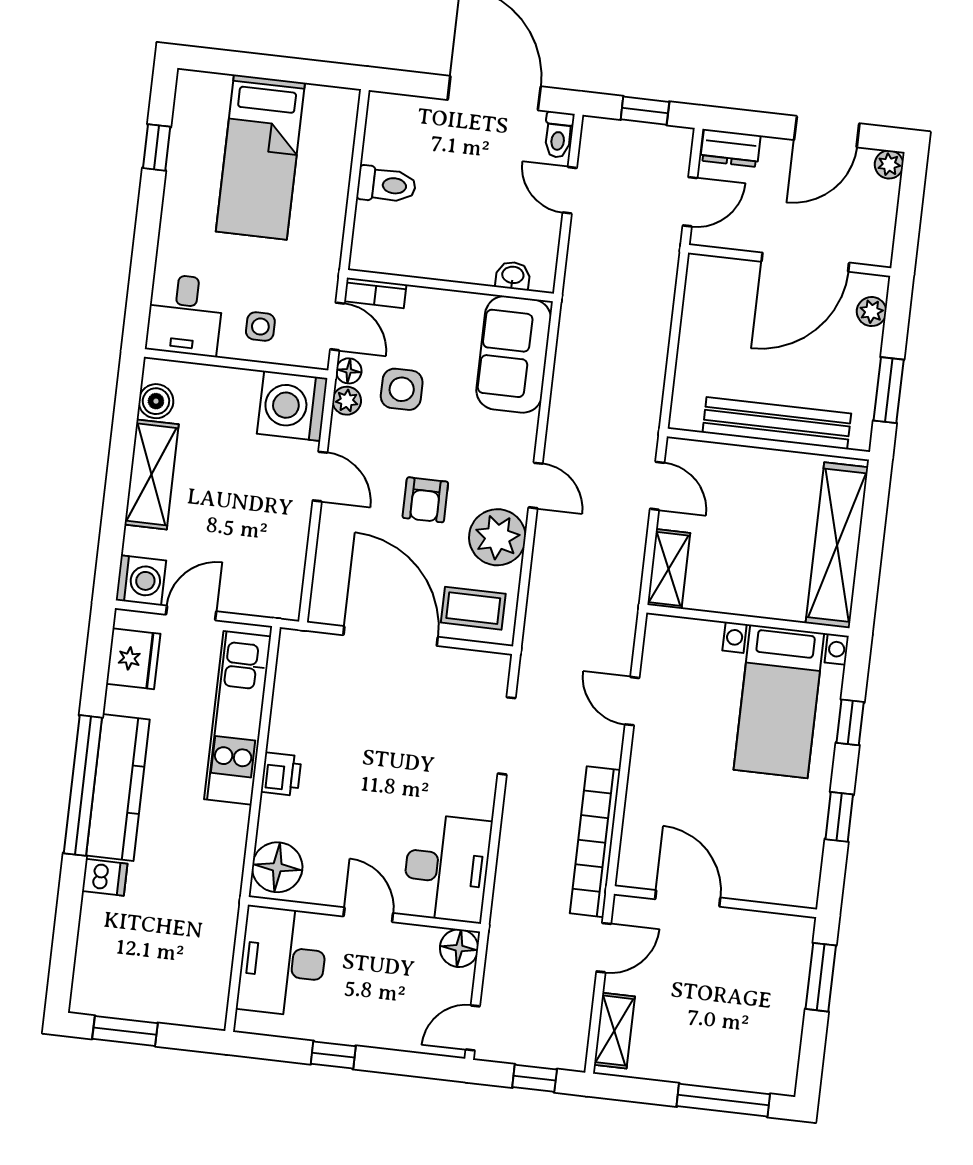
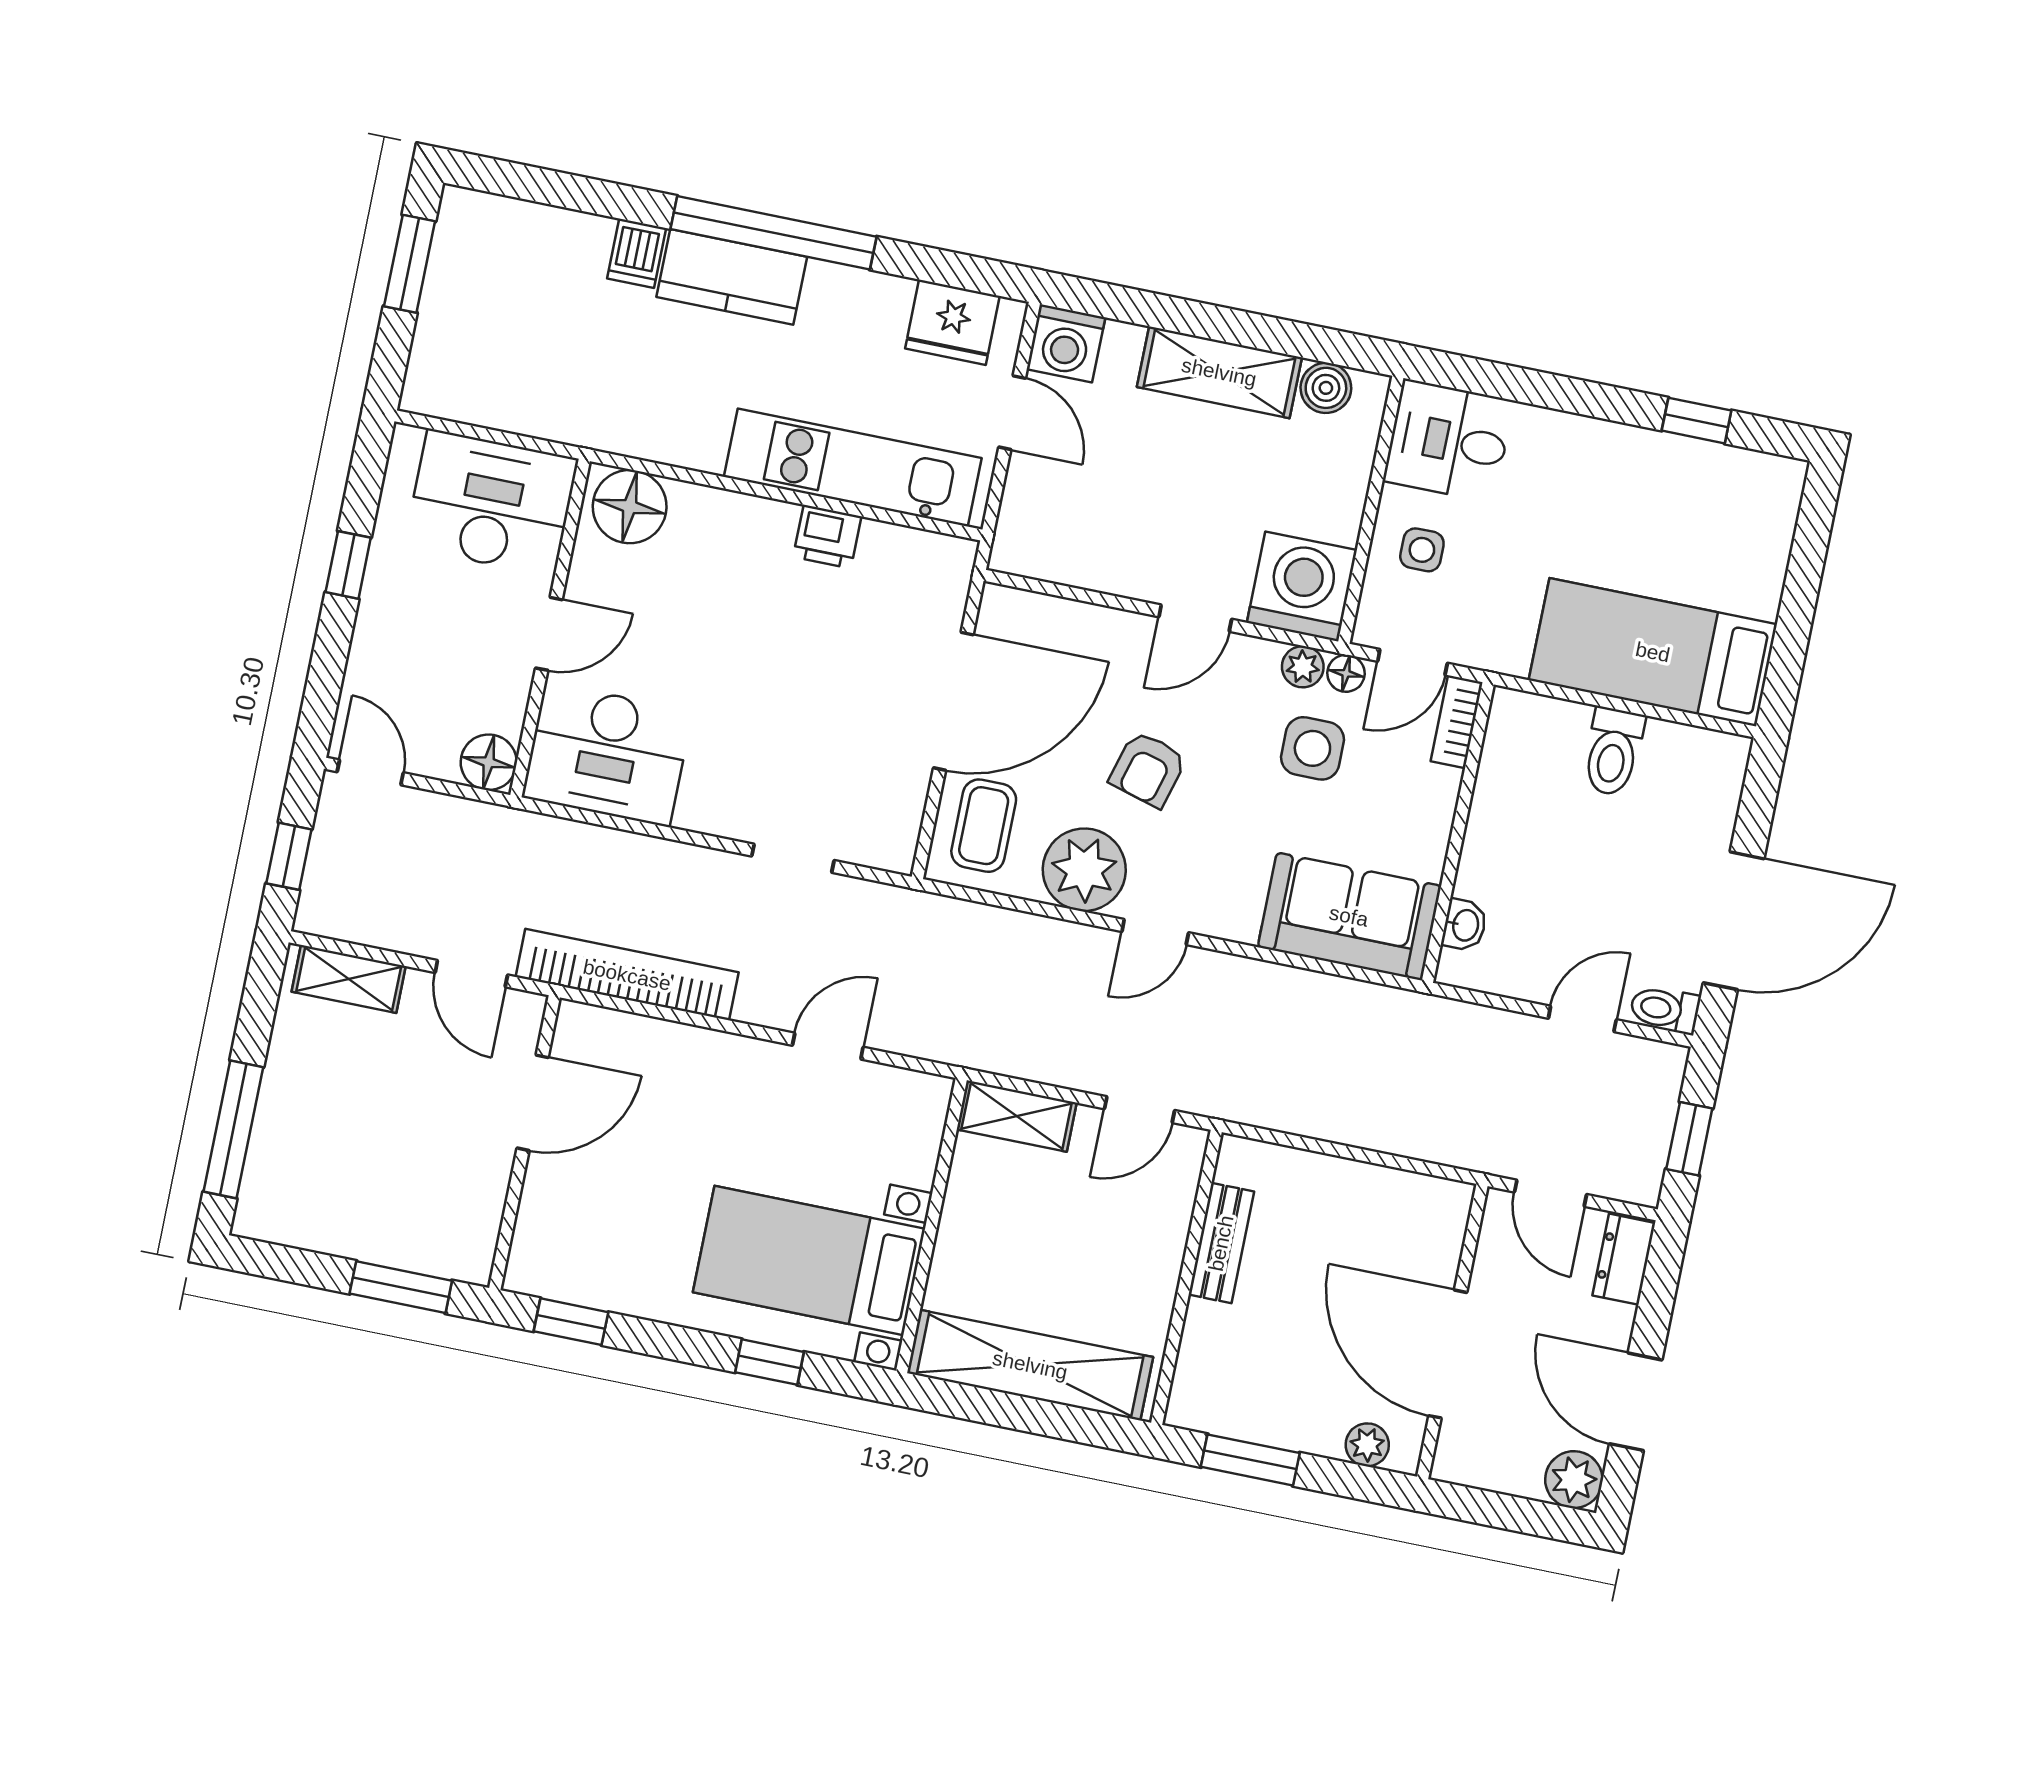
bed: (260, 157) -> (1653, 652), moved
plant: (889, 165) -> (1574, 1480), width x1.38, depth x1.38
bench: (777, 423) -> (1221, 1243), width x0.54, depth x0.82
armchair: (425, 500) -> (1148, 769), turned -74
doorway: (507, 736) -> (793, 858), width x0.73
printer: (281, 774) -> (827, 537), moved
kitchen counter: (118, 788) -> (732, 277), width x0.67
window: (839, 817) -> (571, 1322), moved

